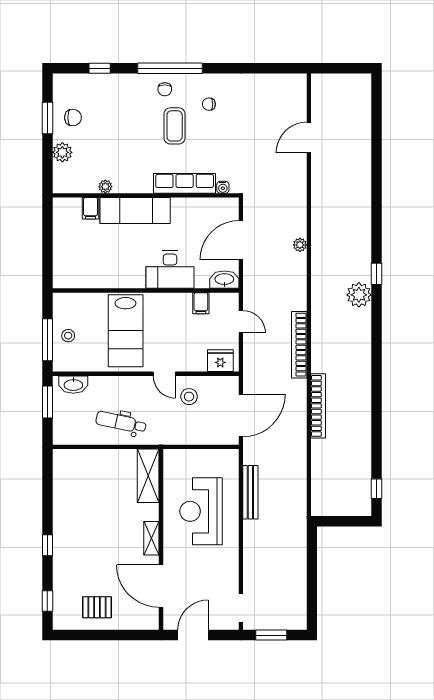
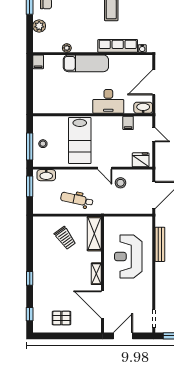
filing cabinet: (91, 208) -> (38, 62), moved
trolley: (103, 482) -> (65, 238), added

